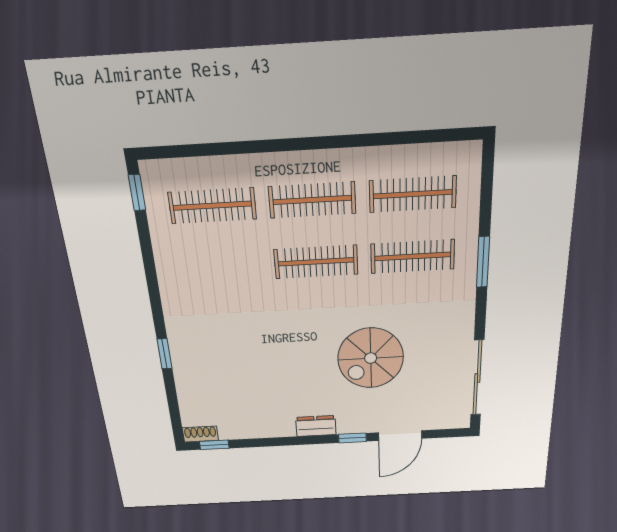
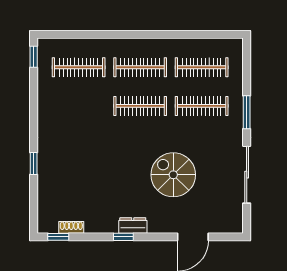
spiral stairs: (371, 358) -> (173, 175), turned 90
sliding door: (477, 378) -> (247, 175), moved
shoe rack: (200, 434) -> (71, 227), moved
window: (352, 438) -> (123, 237), moved

